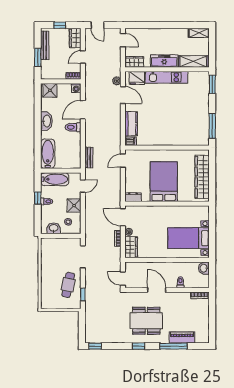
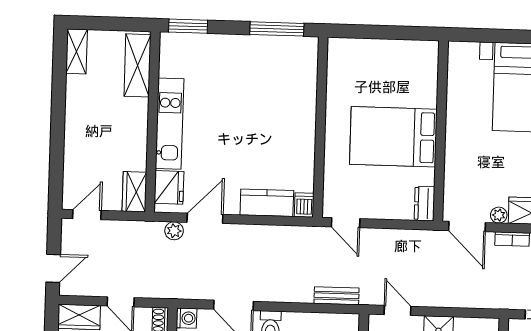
freezer: (164, 61) -> (135, 127), removed
wardrobe: (202, 177) -> (386, 54), removed
door: (123, 217) -> (467, 227), hinge flipped

